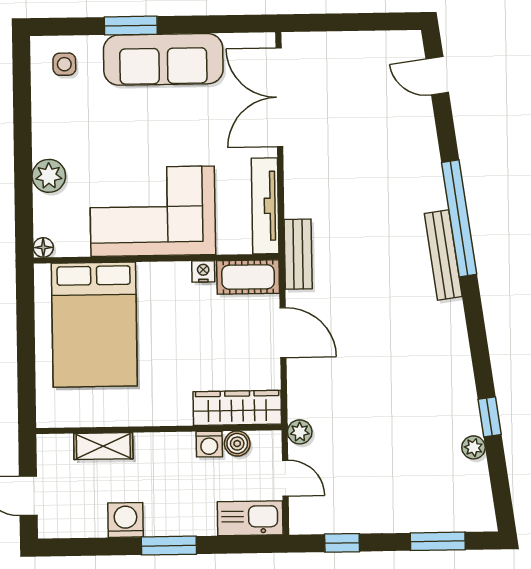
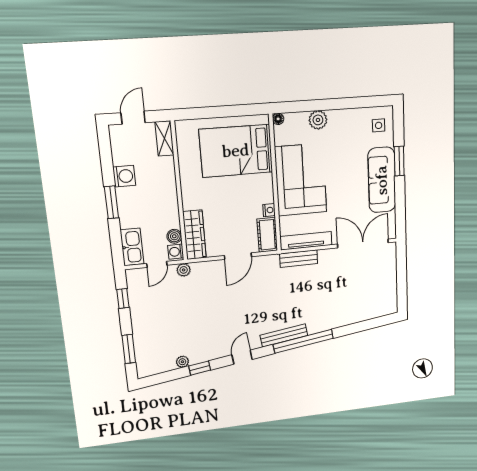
door: (437, 76) -> (242, 357), moved
bench: (298, 254) -> (299, 259), moved
washing machine: (209, 444) -> (176, 252), moved
shelving: (103, 446) -> (164, 138), moved

